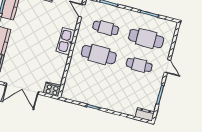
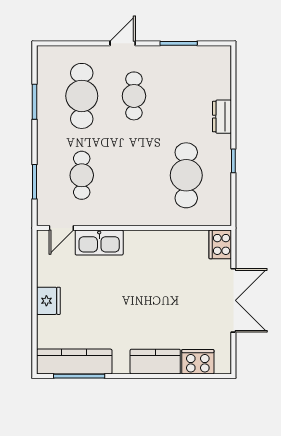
kitchen sink: (66, 41) -> (99, 243), moved
cafe table: (99, 55) -> (186, 175), moved
dresser: (145, 114) -> (222, 117), moved

